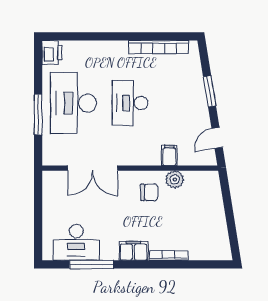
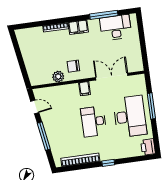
window: (116, 36) -> (108, 163), added
window: (210, 91) -> (44, 136), width x1.44
desk: (130, 103) -> (94, 121), turned 180
door: (217, 138) -> (35, 107), hinge flipped
filing cabinet: (169, 155) -> (85, 89), moved

